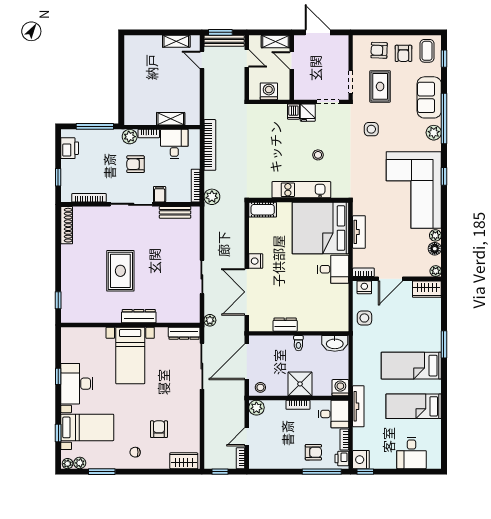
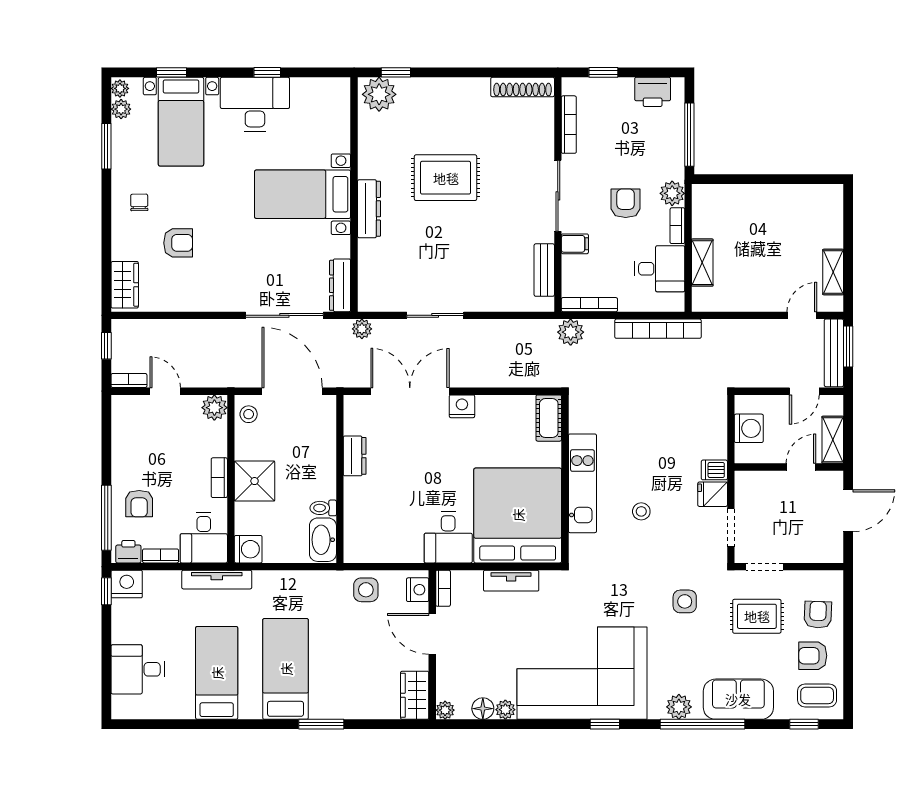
plant: (71, 310) -> (379, 94), added
toilet: (298, 343) -> (323, 508), moved

